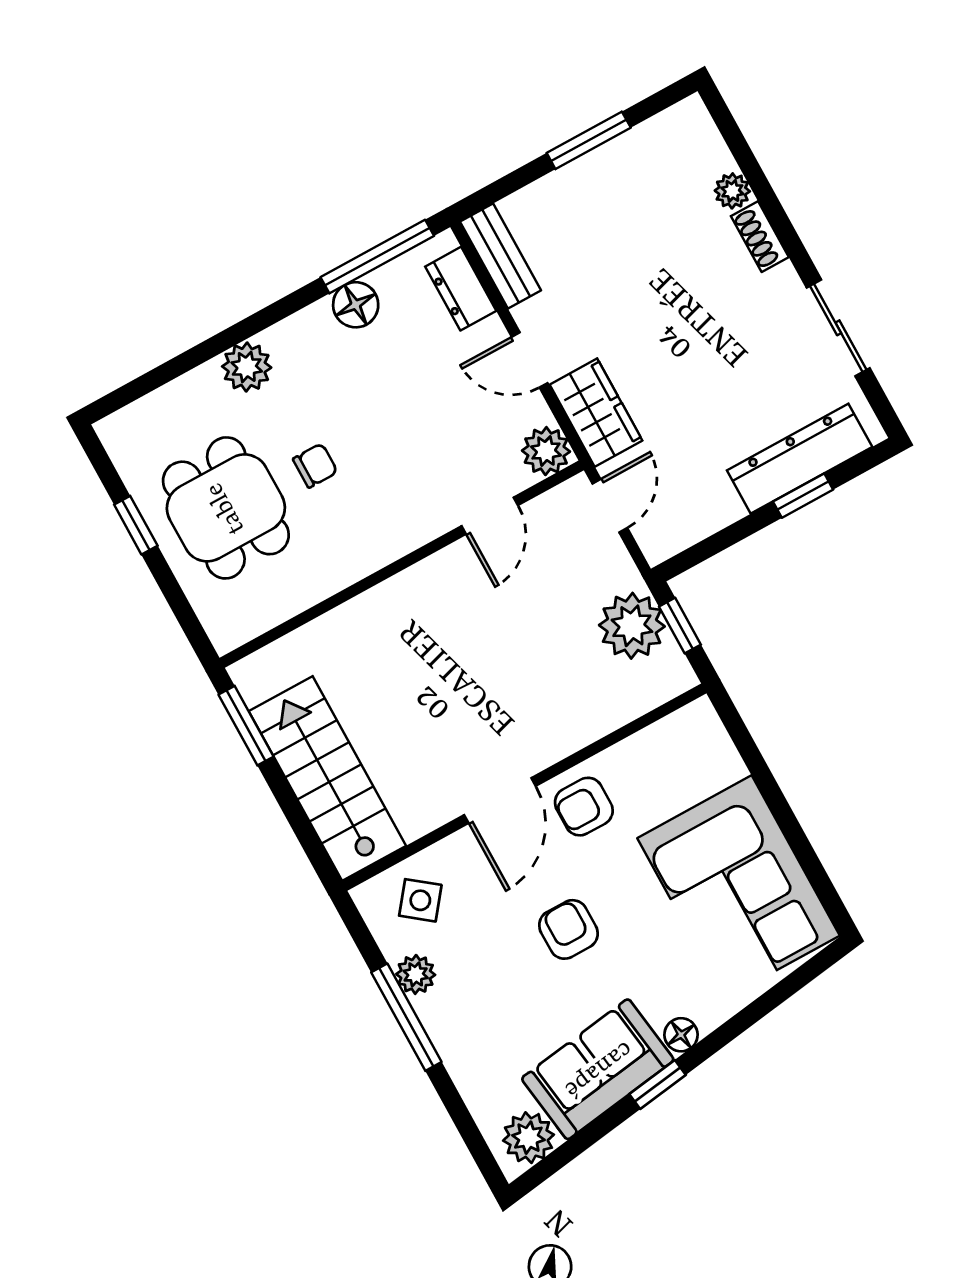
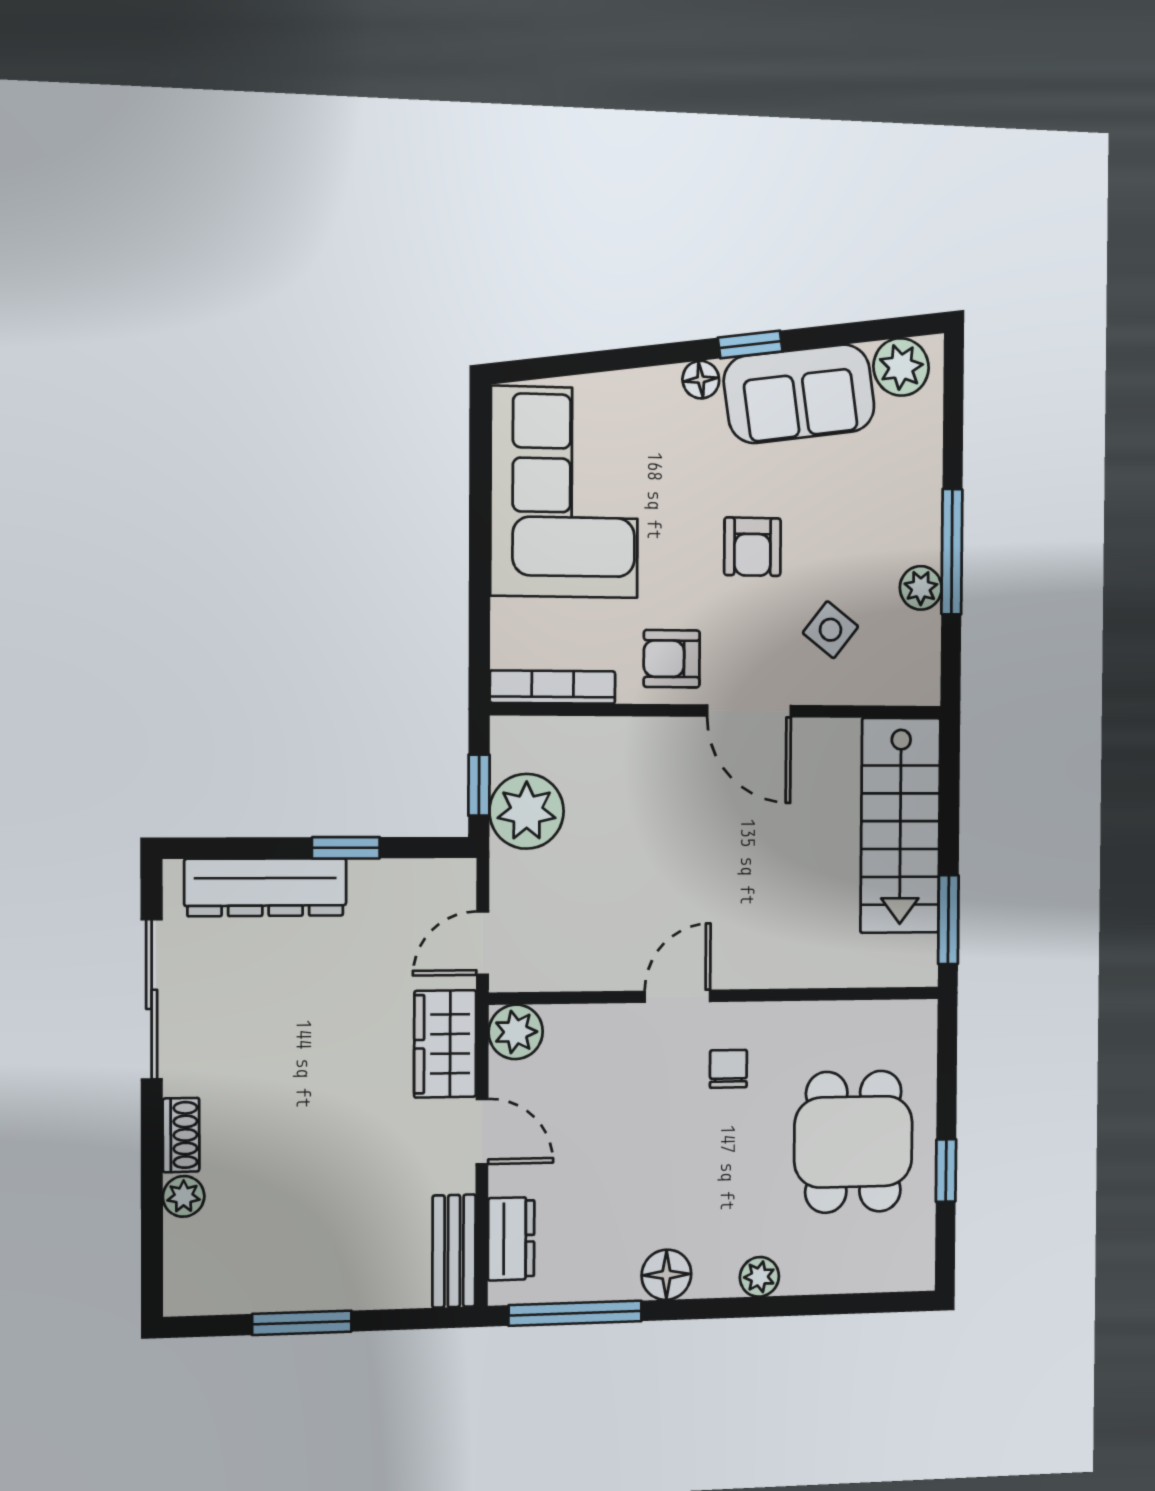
floor lamp: (356, 305) -> (666, 1275), moved
sliding door: (838, 328) -> (152, 999), width x1.37
plant: (247, 367) -> (759, 1277), width x0.73, depth x0.73
chair: (315, 466) -> (728, 1069), moved, turned 90
window: (803, 496) -> (346, 848), moved
door: (490, 516) -> (677, 996), moved
bookcase: (665, 732) -> (553, 687), added
door: (500, 800) -> (749, 711), swing flipped
armchair: (584, 807) -> (672, 659), turned 180
side table: (420, 900) -> (831, 630), moved

